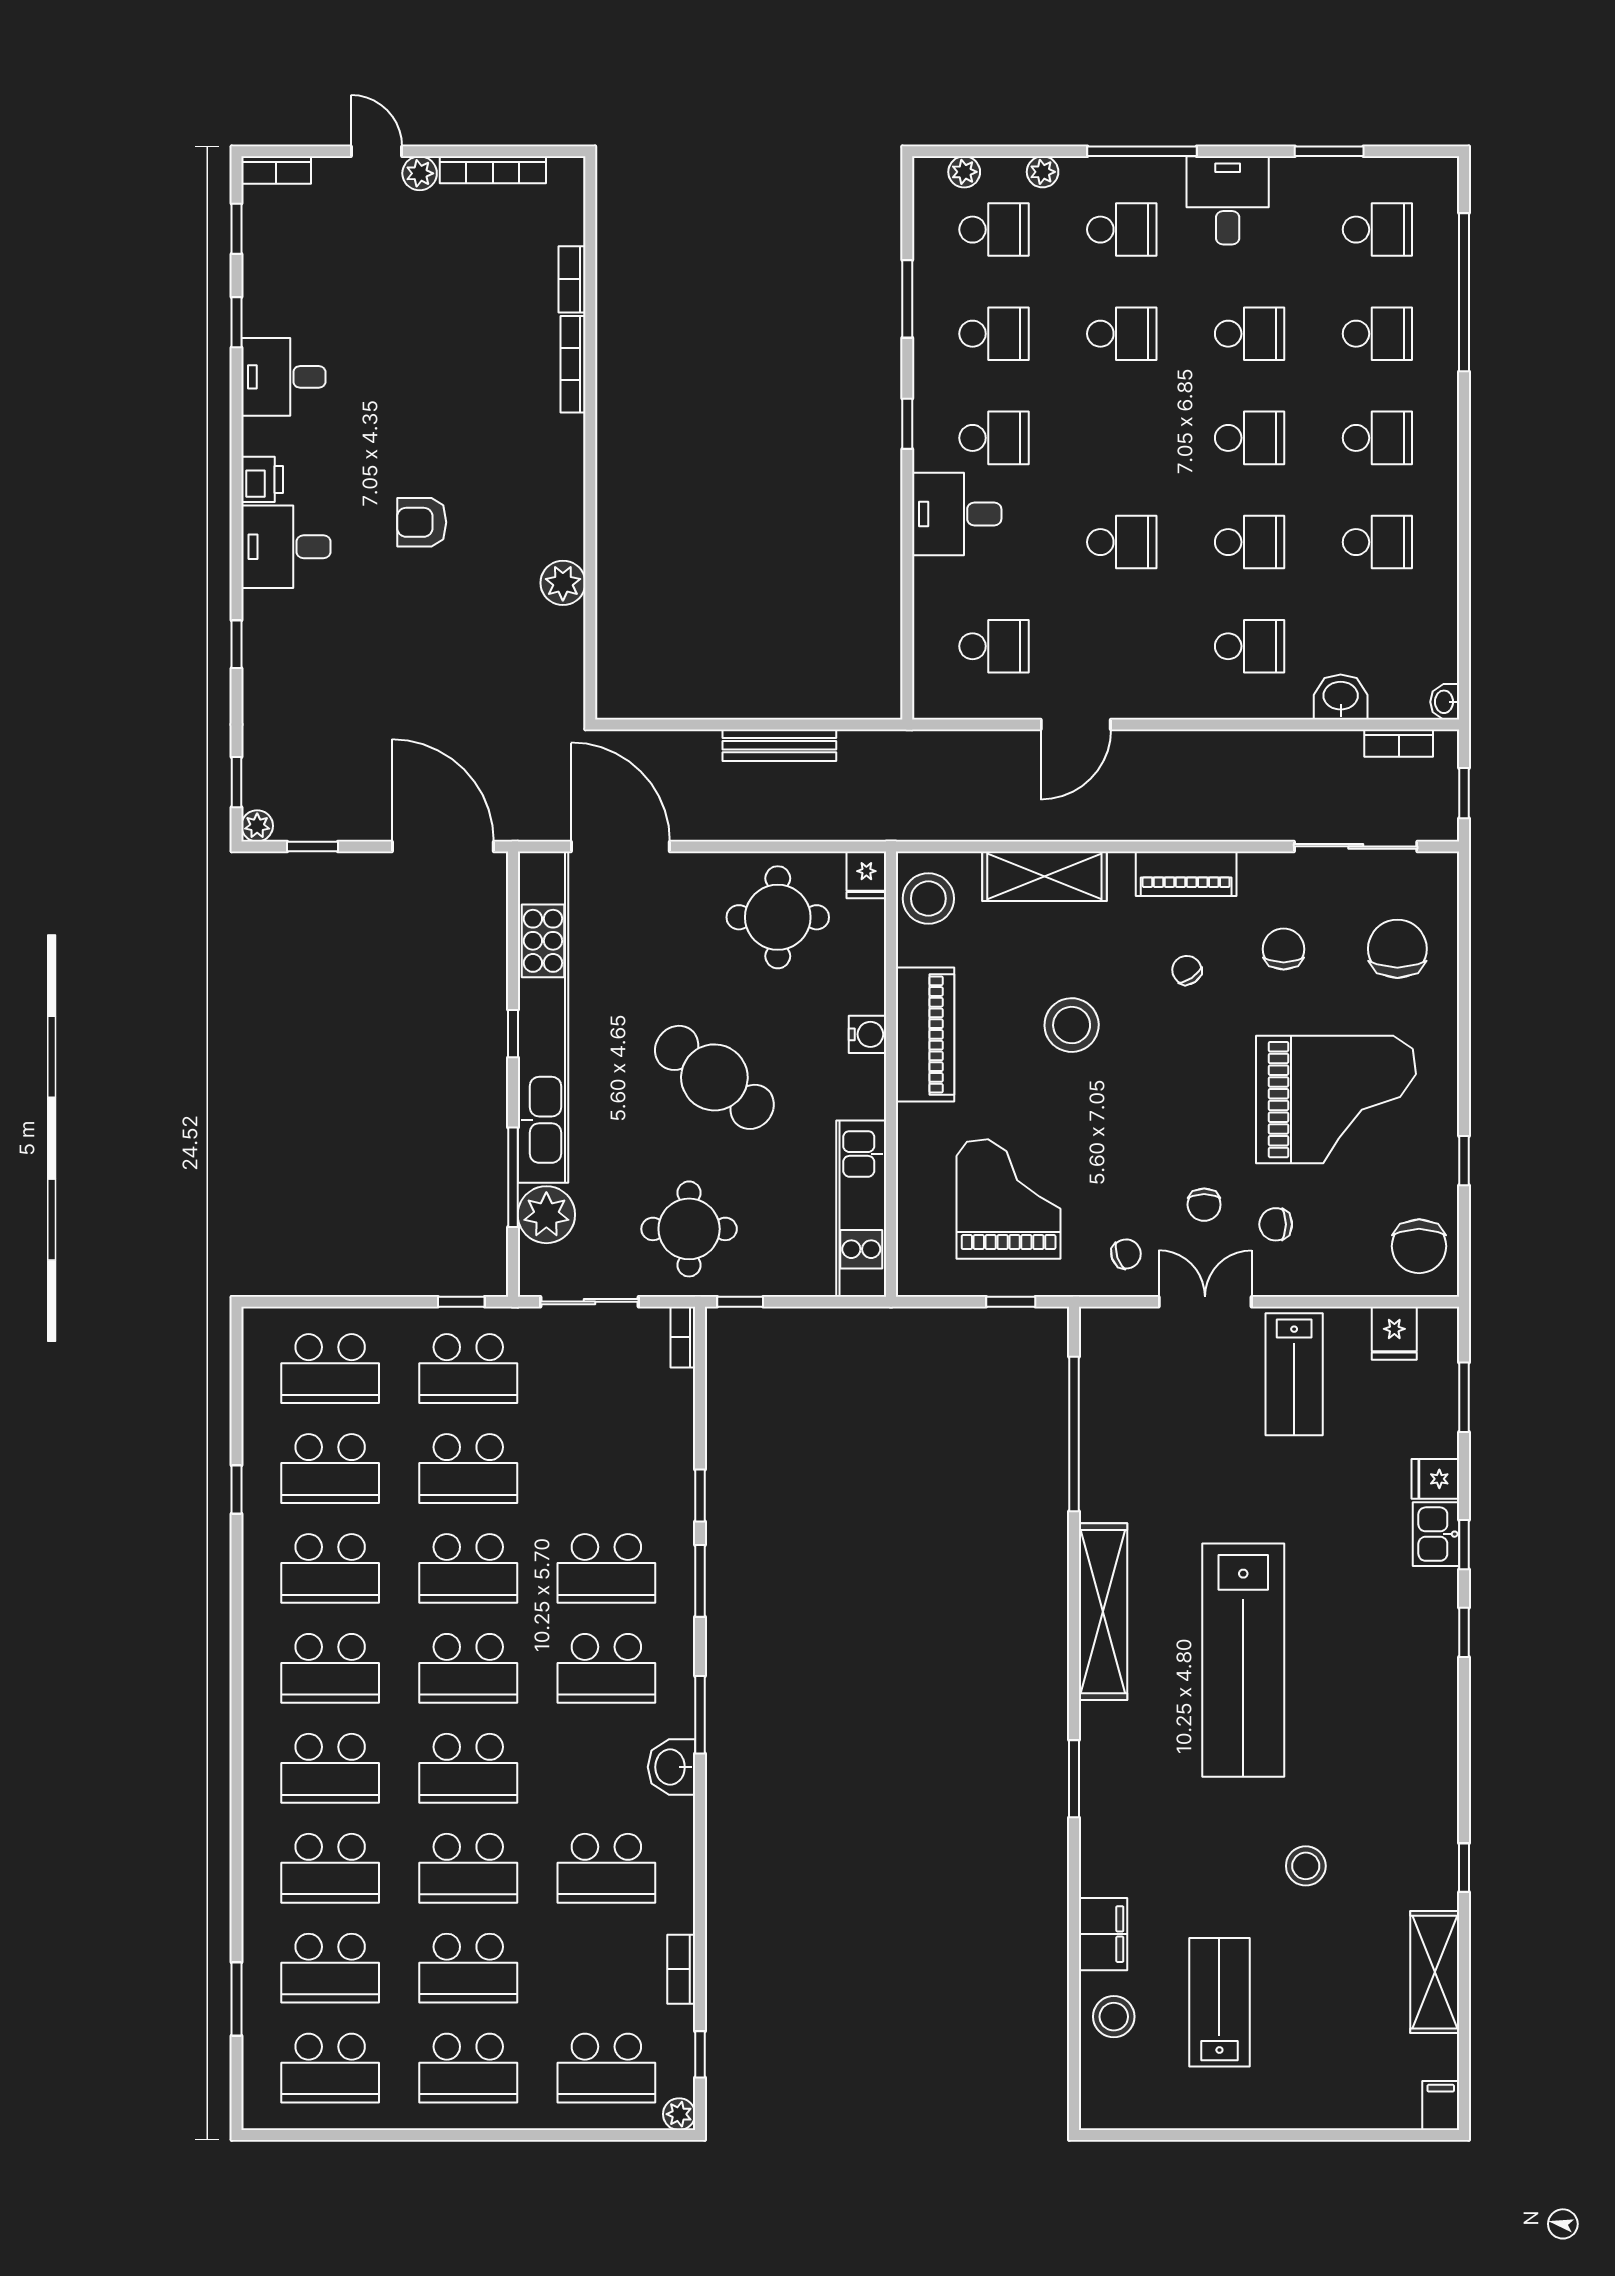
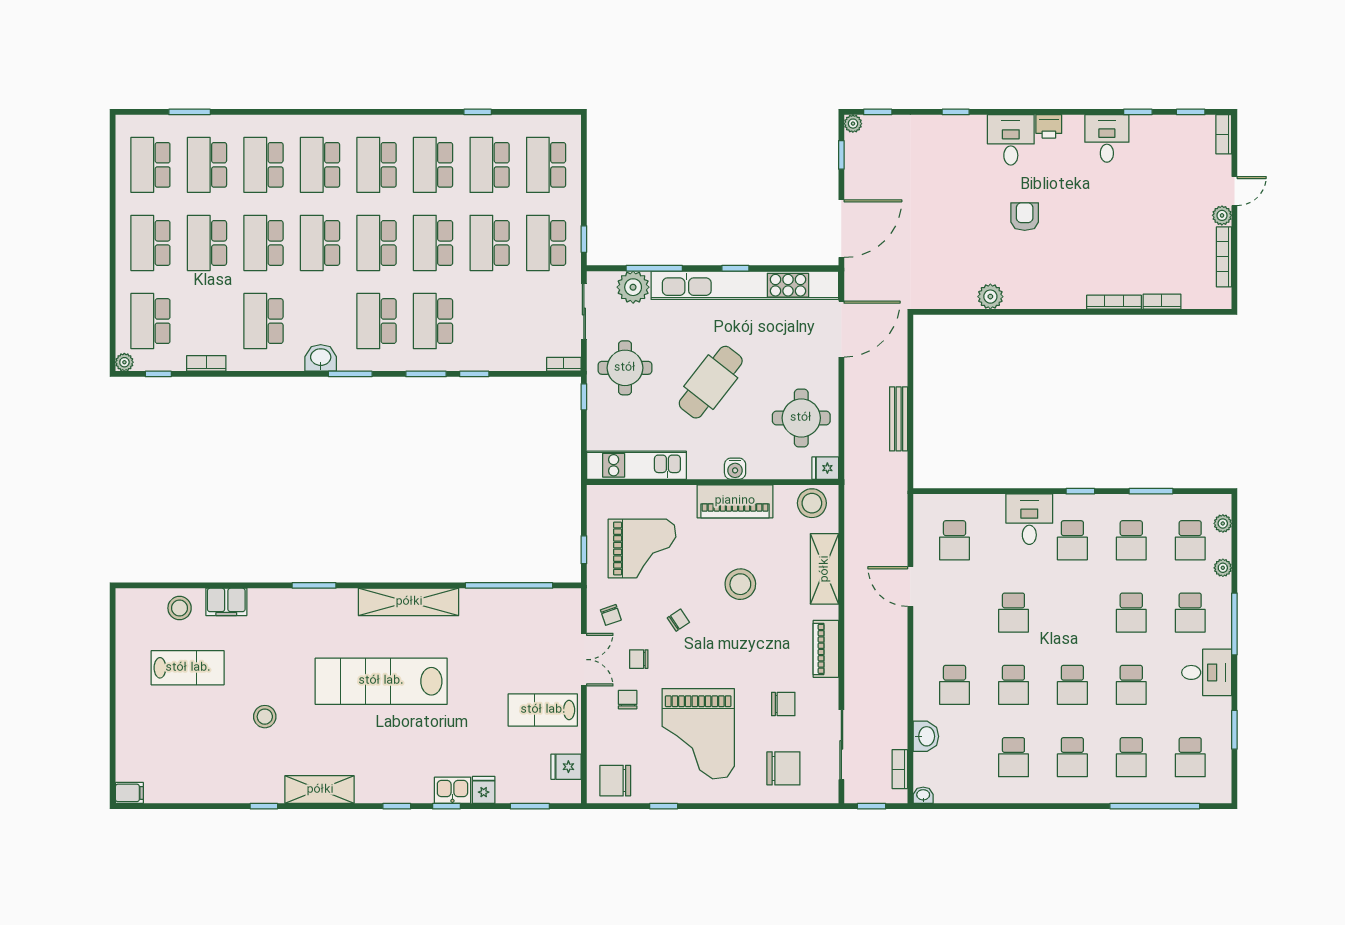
chair: (1187, 970) -> (678, 620), moved
shelving: (1435, 1972) -> (320, 790), moved

